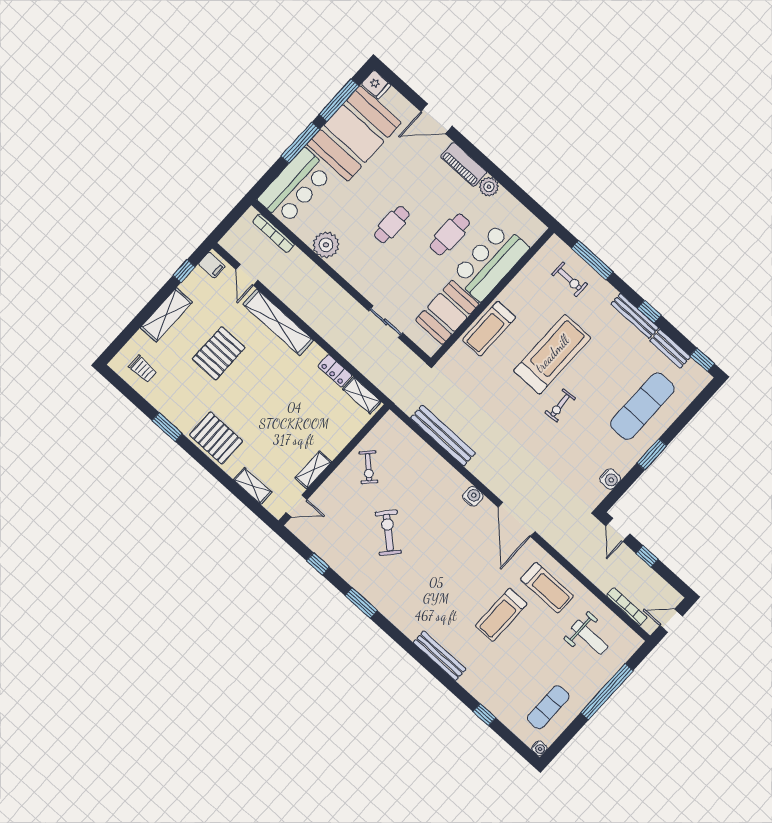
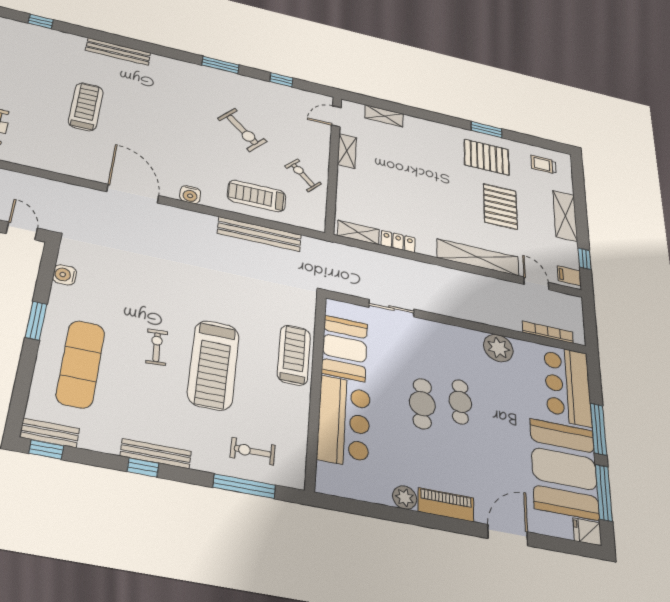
cafe table: (450, 234) -> (422, 404), moved
bench: (670, 349) -> (50, 433), moved
exercise bike: (560, 405) -> (157, 347), moved
pallet: (216, 438) -> (487, 157), moved
treadmill: (547, 588) -> (257, 196), moved

